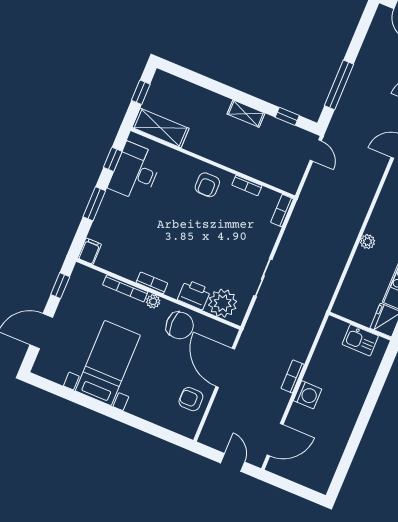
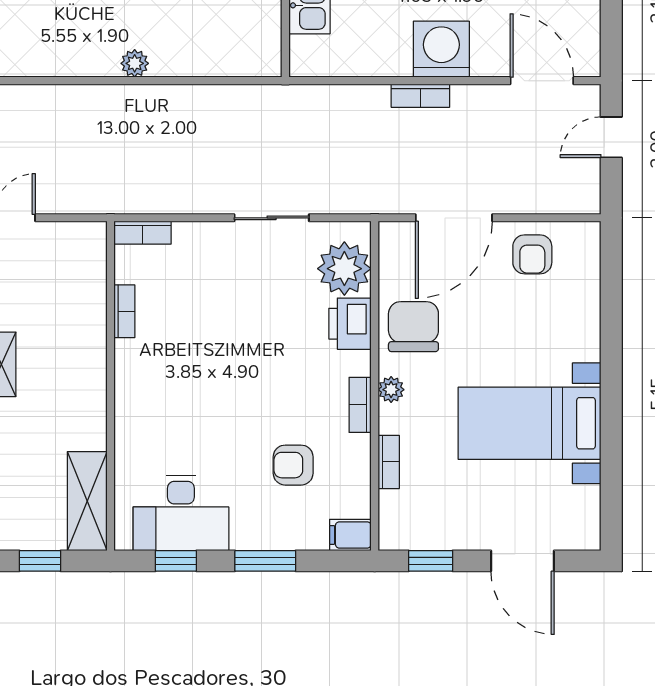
armchair: (207, 185) -> (293, 465), moved, turned 180
bookcase: (125, 288) -> (389, 462), width x0.64
washing machine: (308, 395) -> (441, 49), width x1.37, depth x1.37

